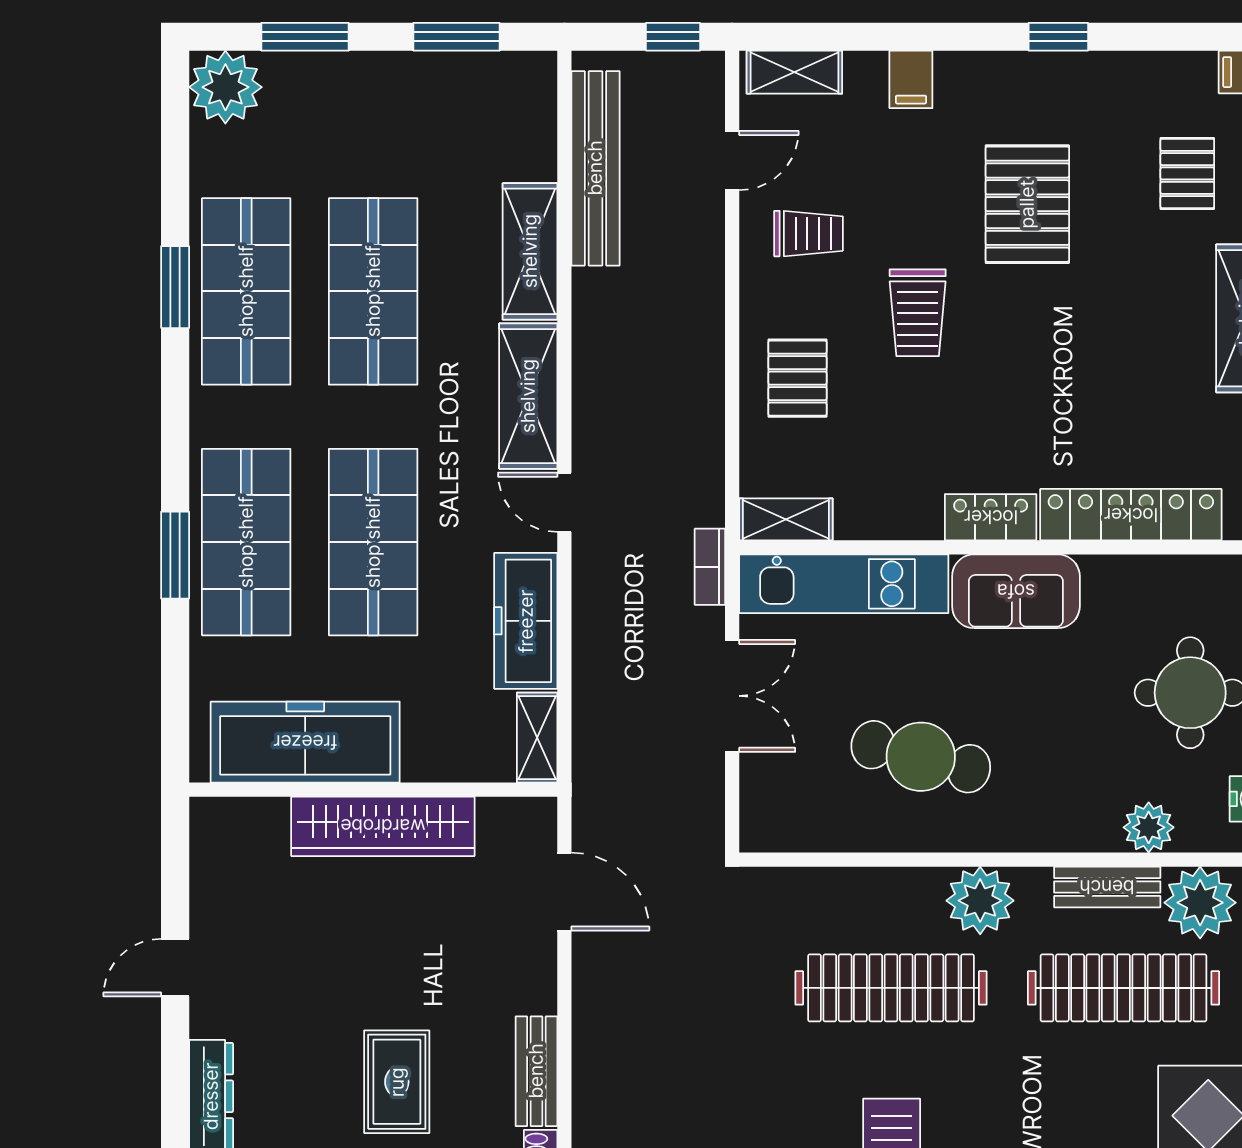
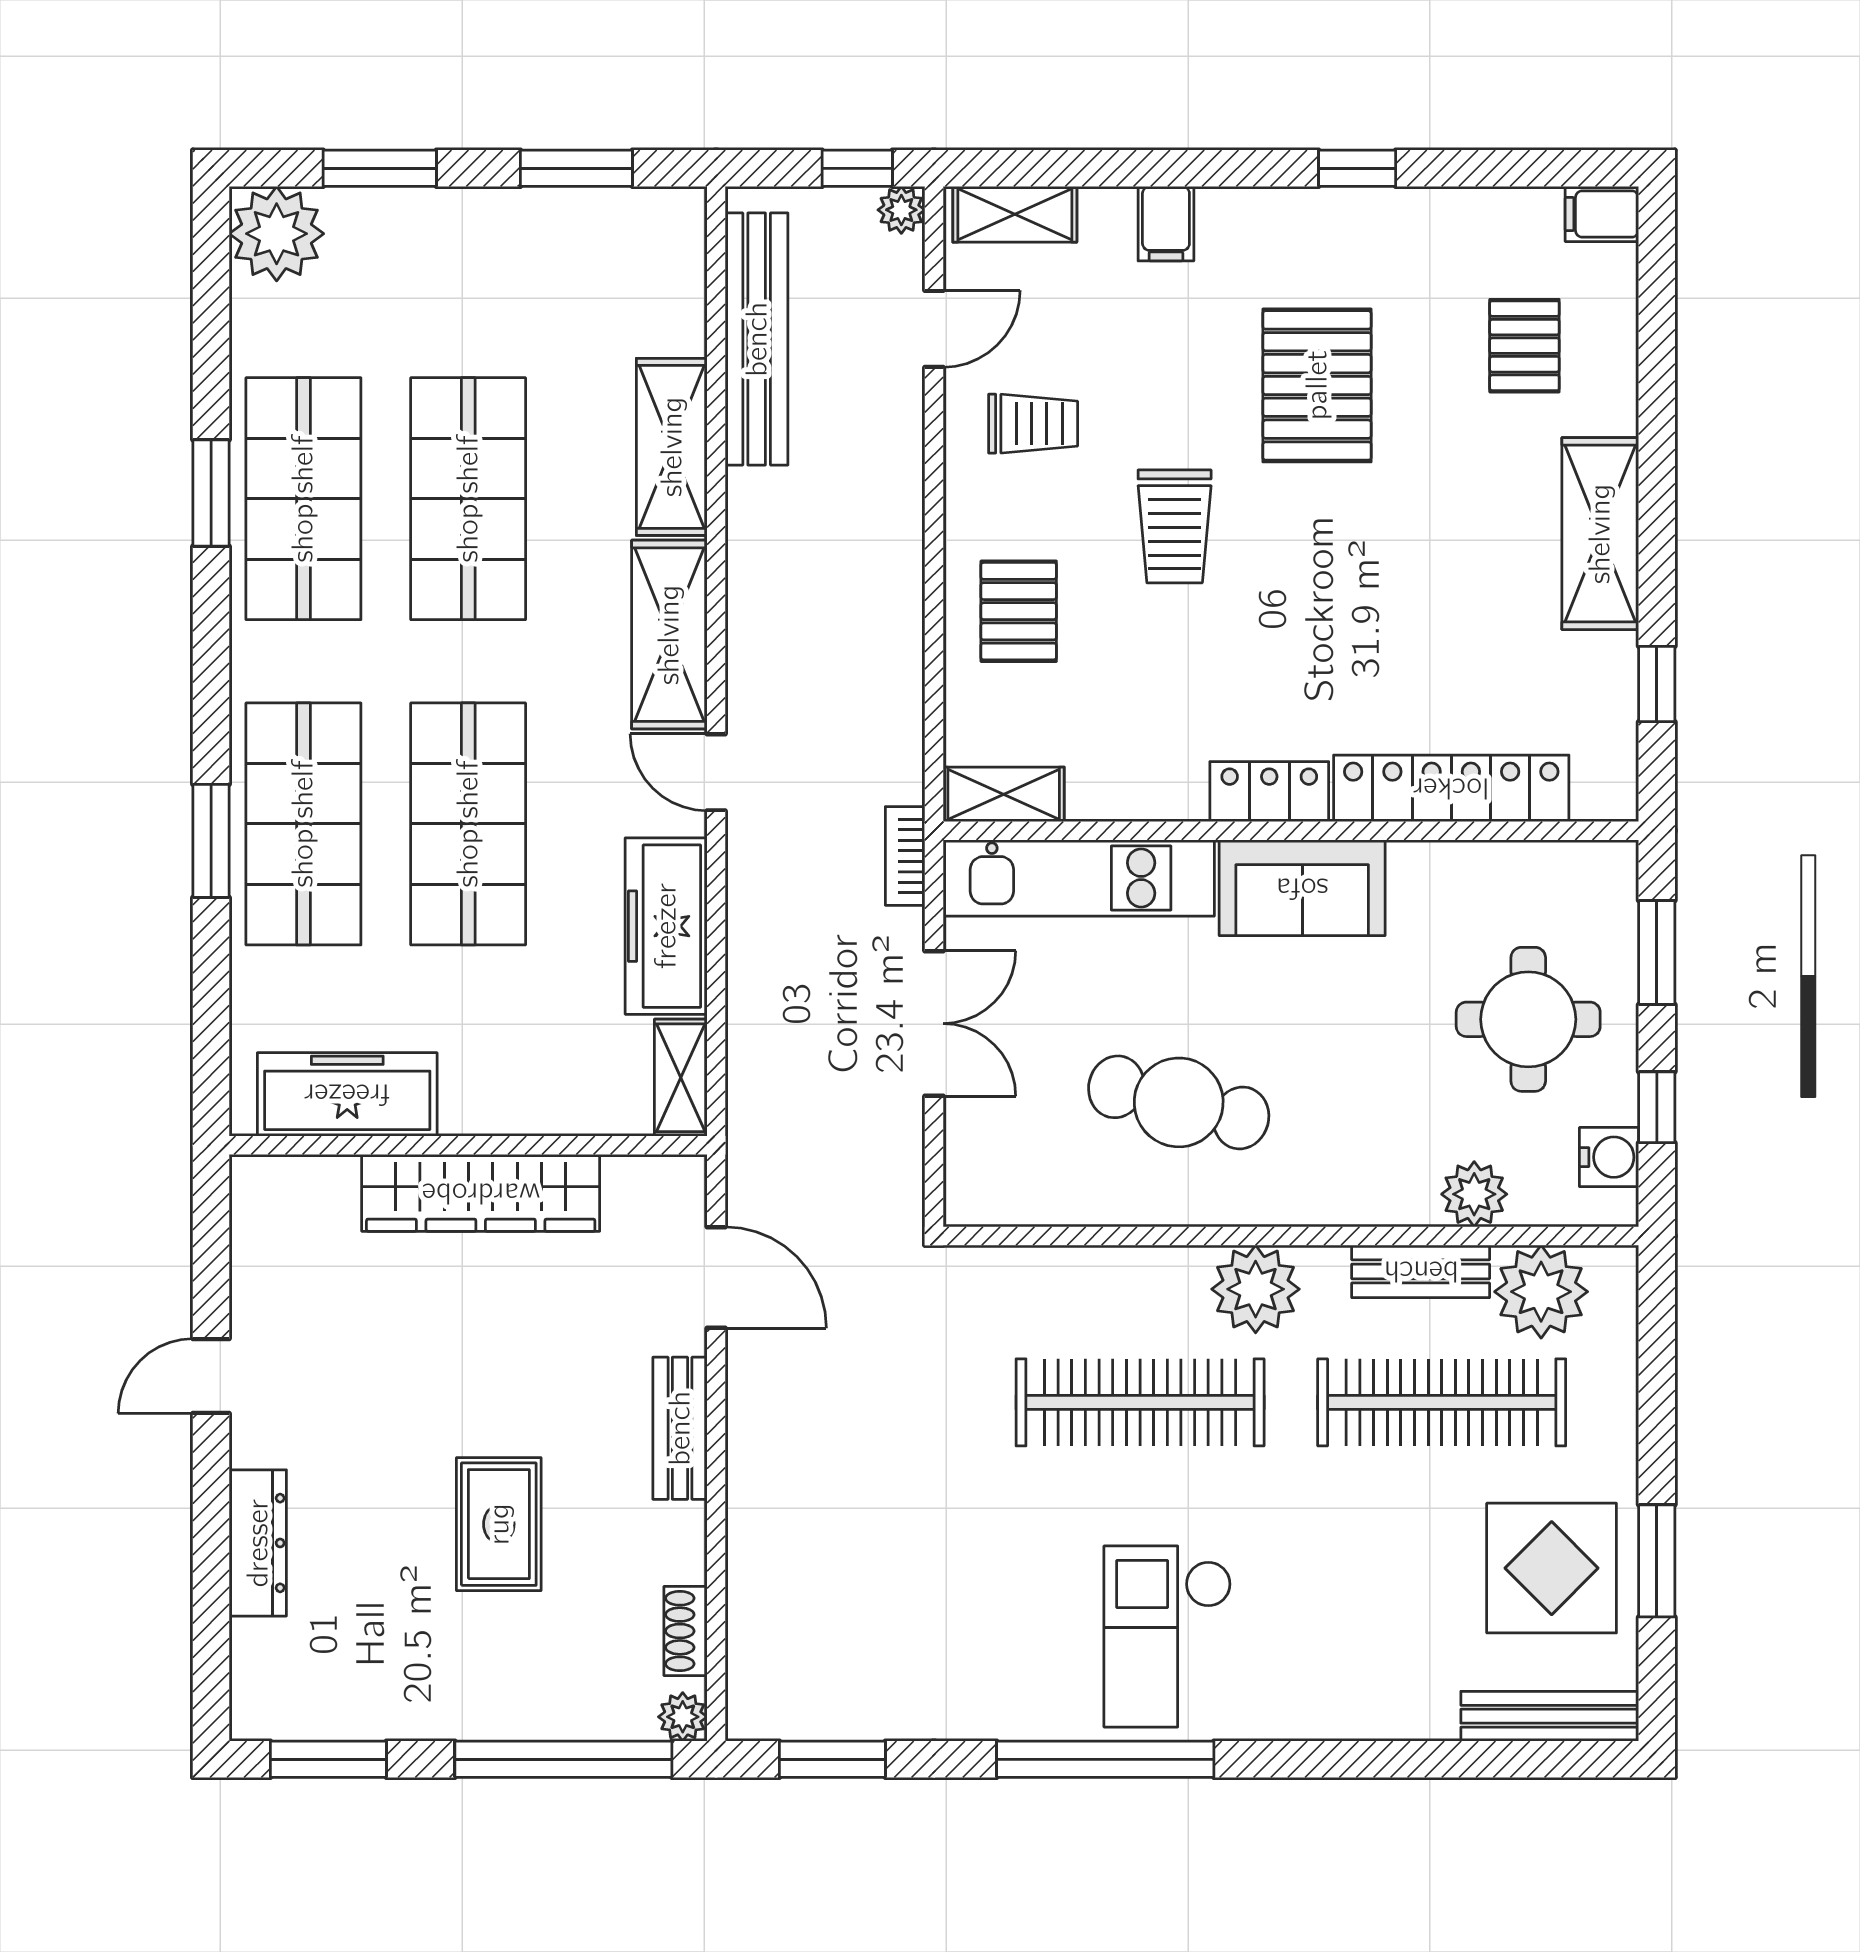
plant: (707, 69) -> (901, 210), added
freezer: (305, 742) -> (347, 1094), width x0.73, depth x0.79
bench: (536, 1071) -> (680, 1428), moved

